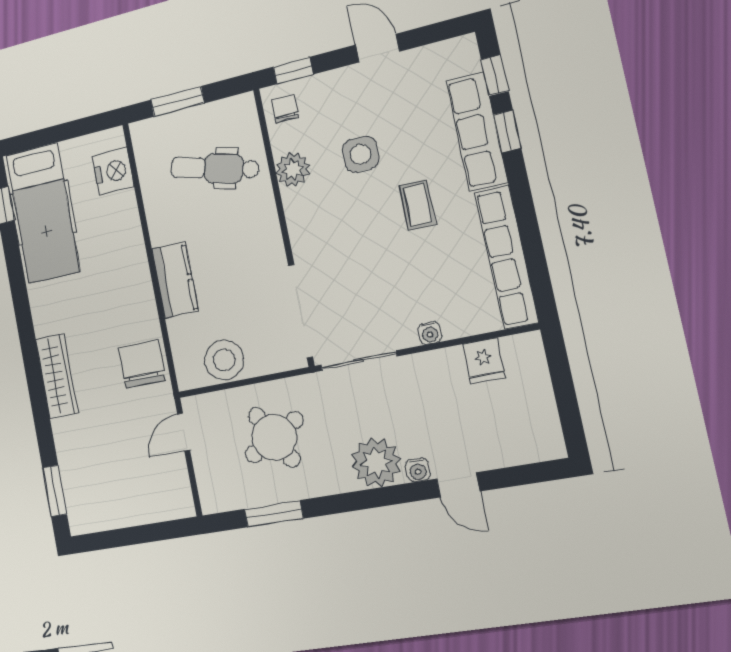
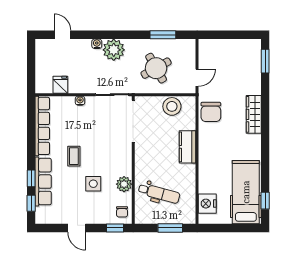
door: (458, 485) -> (62, 35), moved

